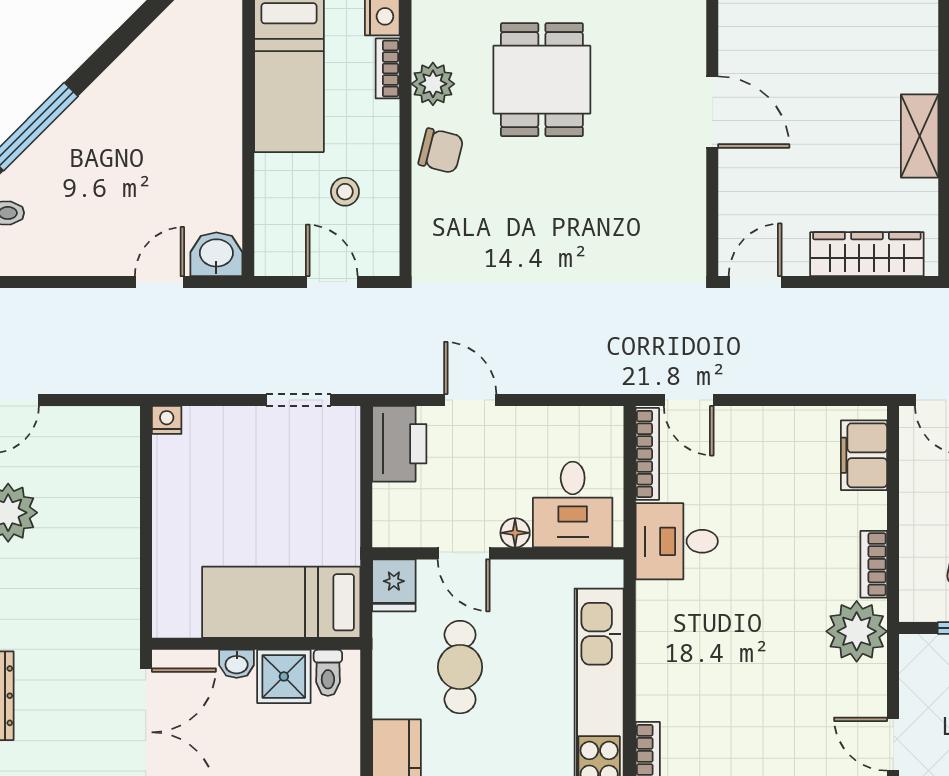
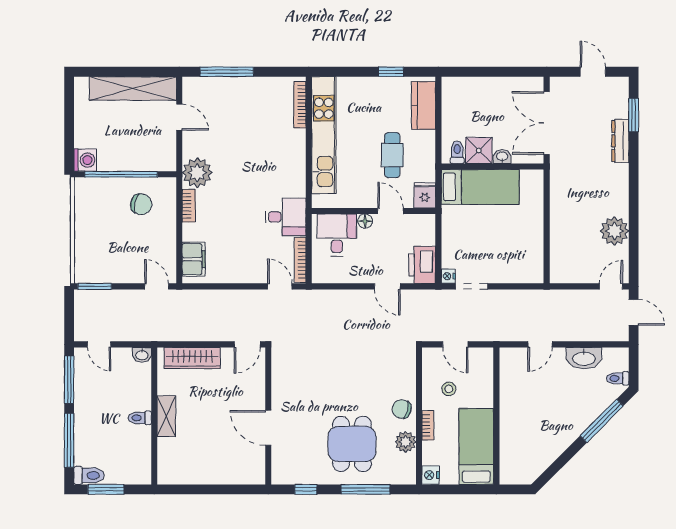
bookcase: (388, 68) -> (428, 425), moved
washbasin: (216, 254) -> (584, 358), moved, width x1.38
nightstand: (167, 420) -> (448, 276), moved, turned 90

